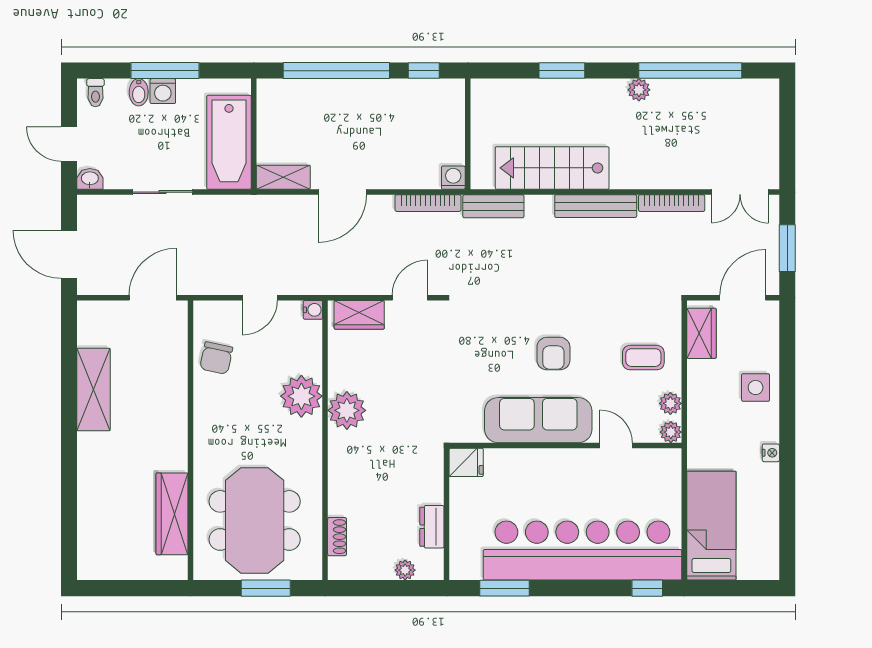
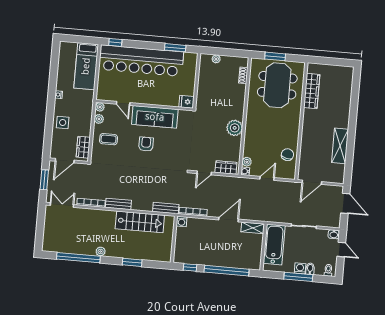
bench: (596, 206) -> (118, 204), width x0.73
plant: (301, 396) -> (247, 162), moved, width x0.53, depth x0.53
dresser: (432, 527) -> (203, 76), removed

